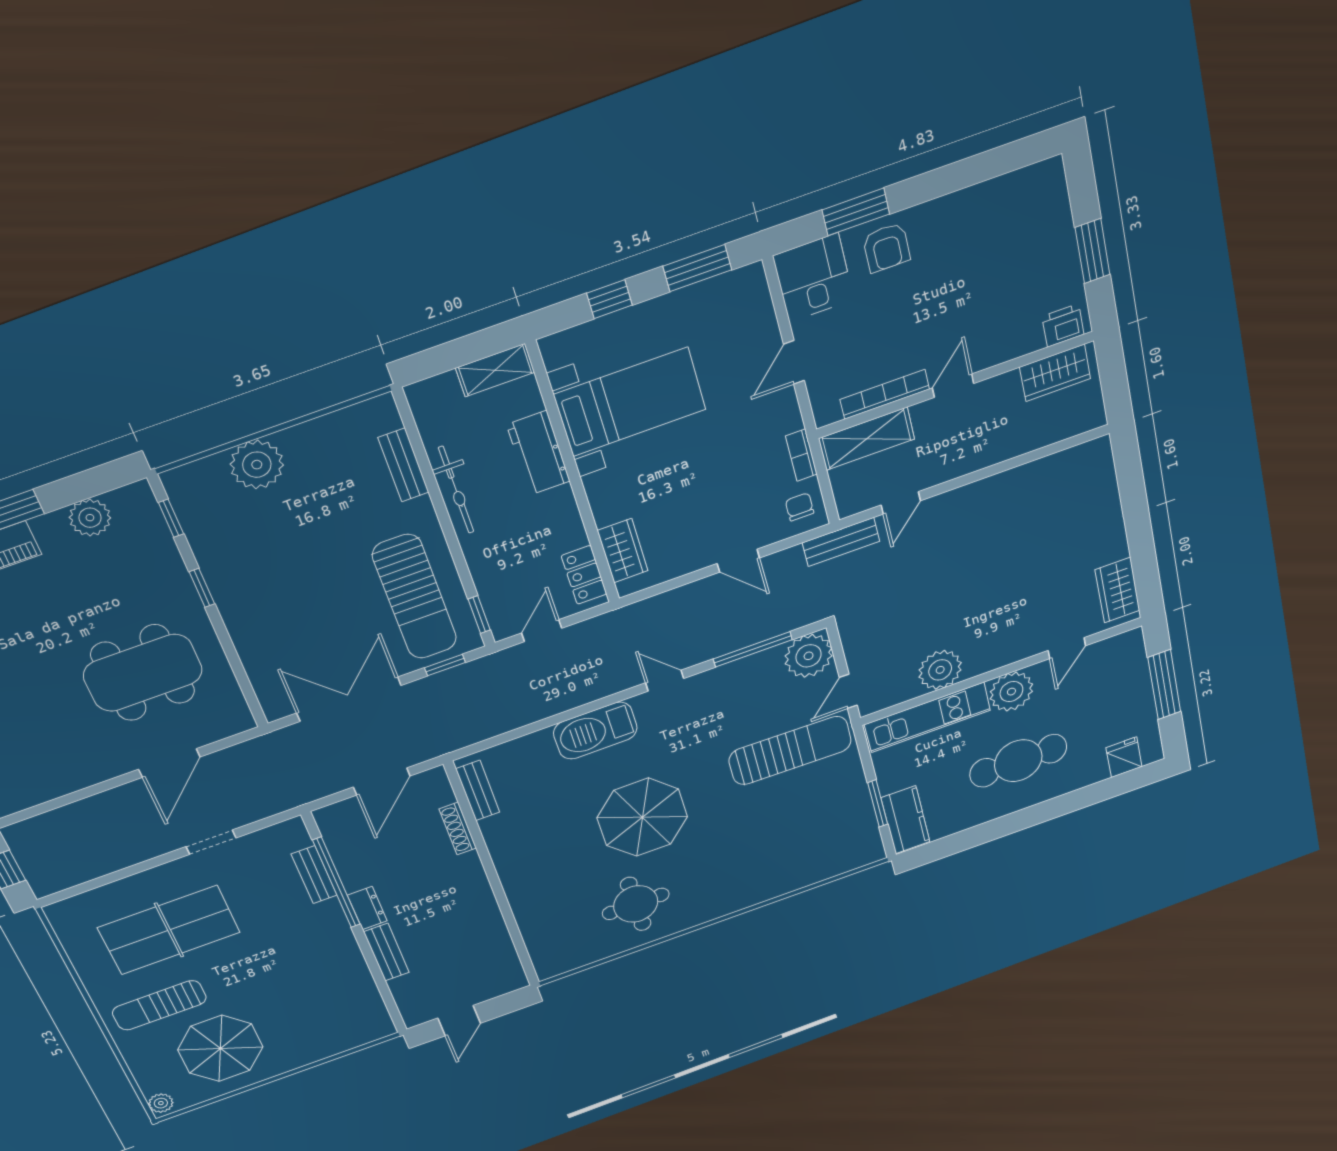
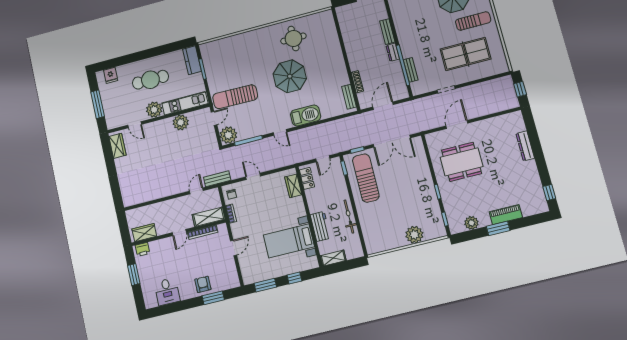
desk: (813, 278) -> (167, 292), moved
bench: (403, 465) -> (366, 228), removed
door: (1067, 648) -> (135, 125), swing flipped

